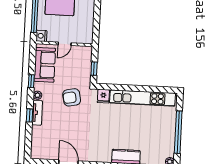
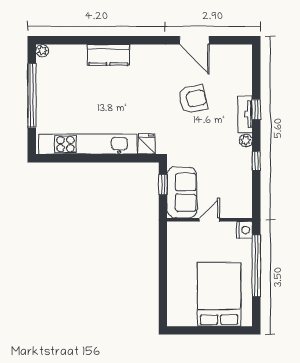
sofa: (45, 65) -> (182, 192), moved, turned 180
armchair: (72, 97) -> (193, 99), moved

